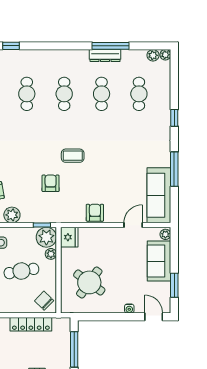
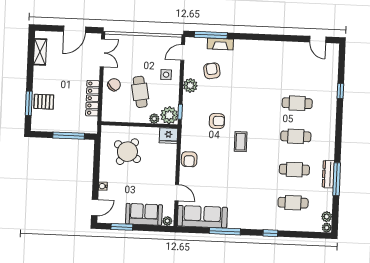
armchair: (95, 213) -> (189, 159), turned 90
chair: (44, 301) -> (114, 85), moved

